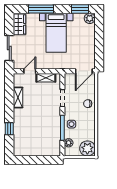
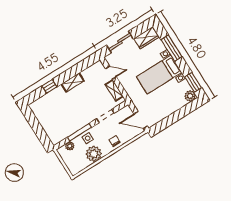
shelving: (18, 97) -> (73, 82), moved
plant: (87, 148) -> (94, 154), moved

